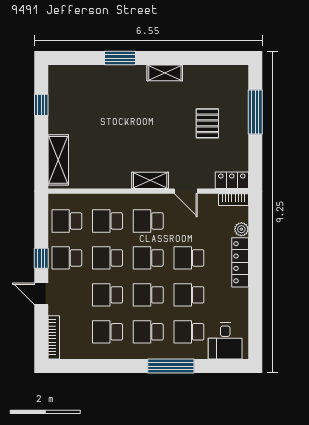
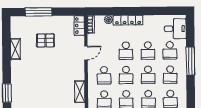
shelving: (165, 73) -> (15, 49), moved
shelving: (150, 180) -> (80, 92), moved

